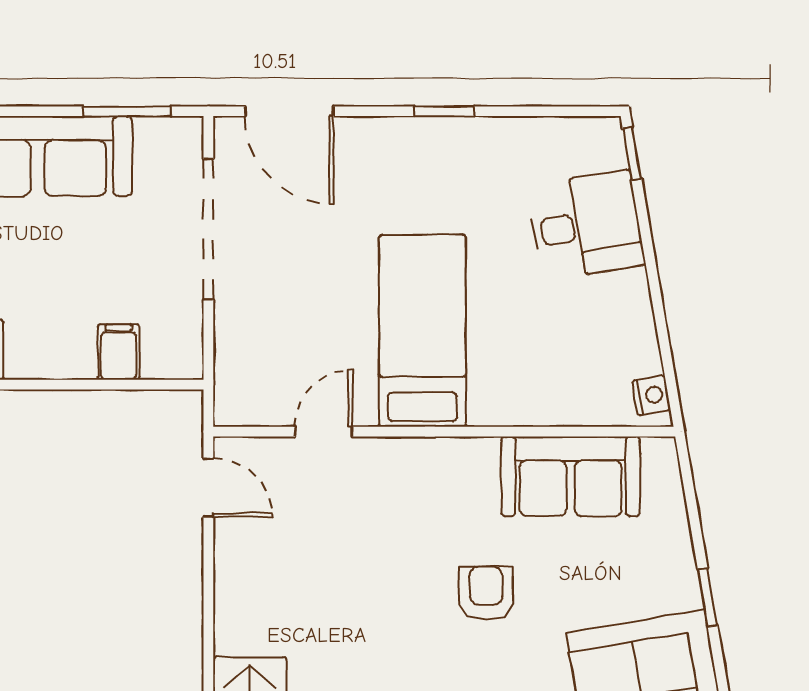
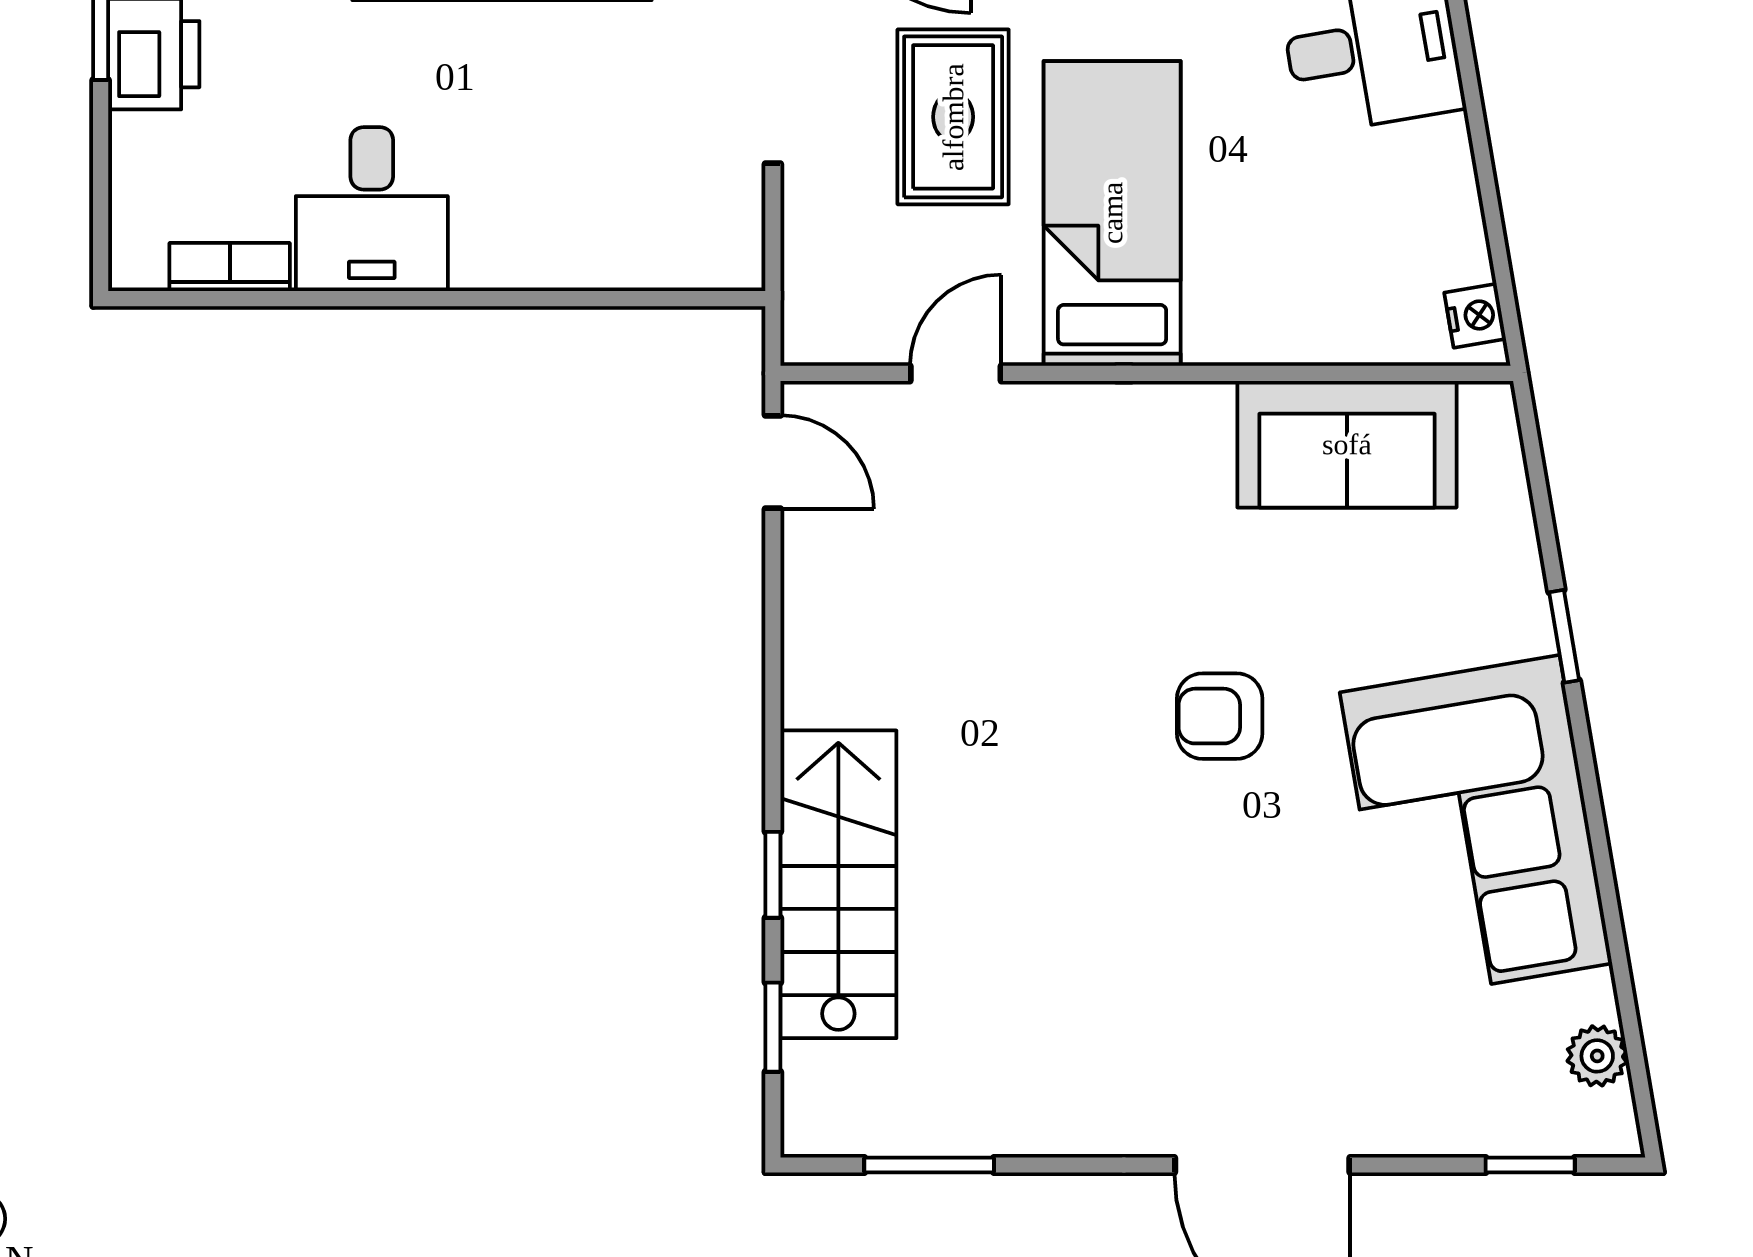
rug: (322, 270) -> (953, 117), added
filing cabinet: (119, 352) -> (630, 247), removed
armchair: (486, 593) -> (1220, 716), moved, turned -90

